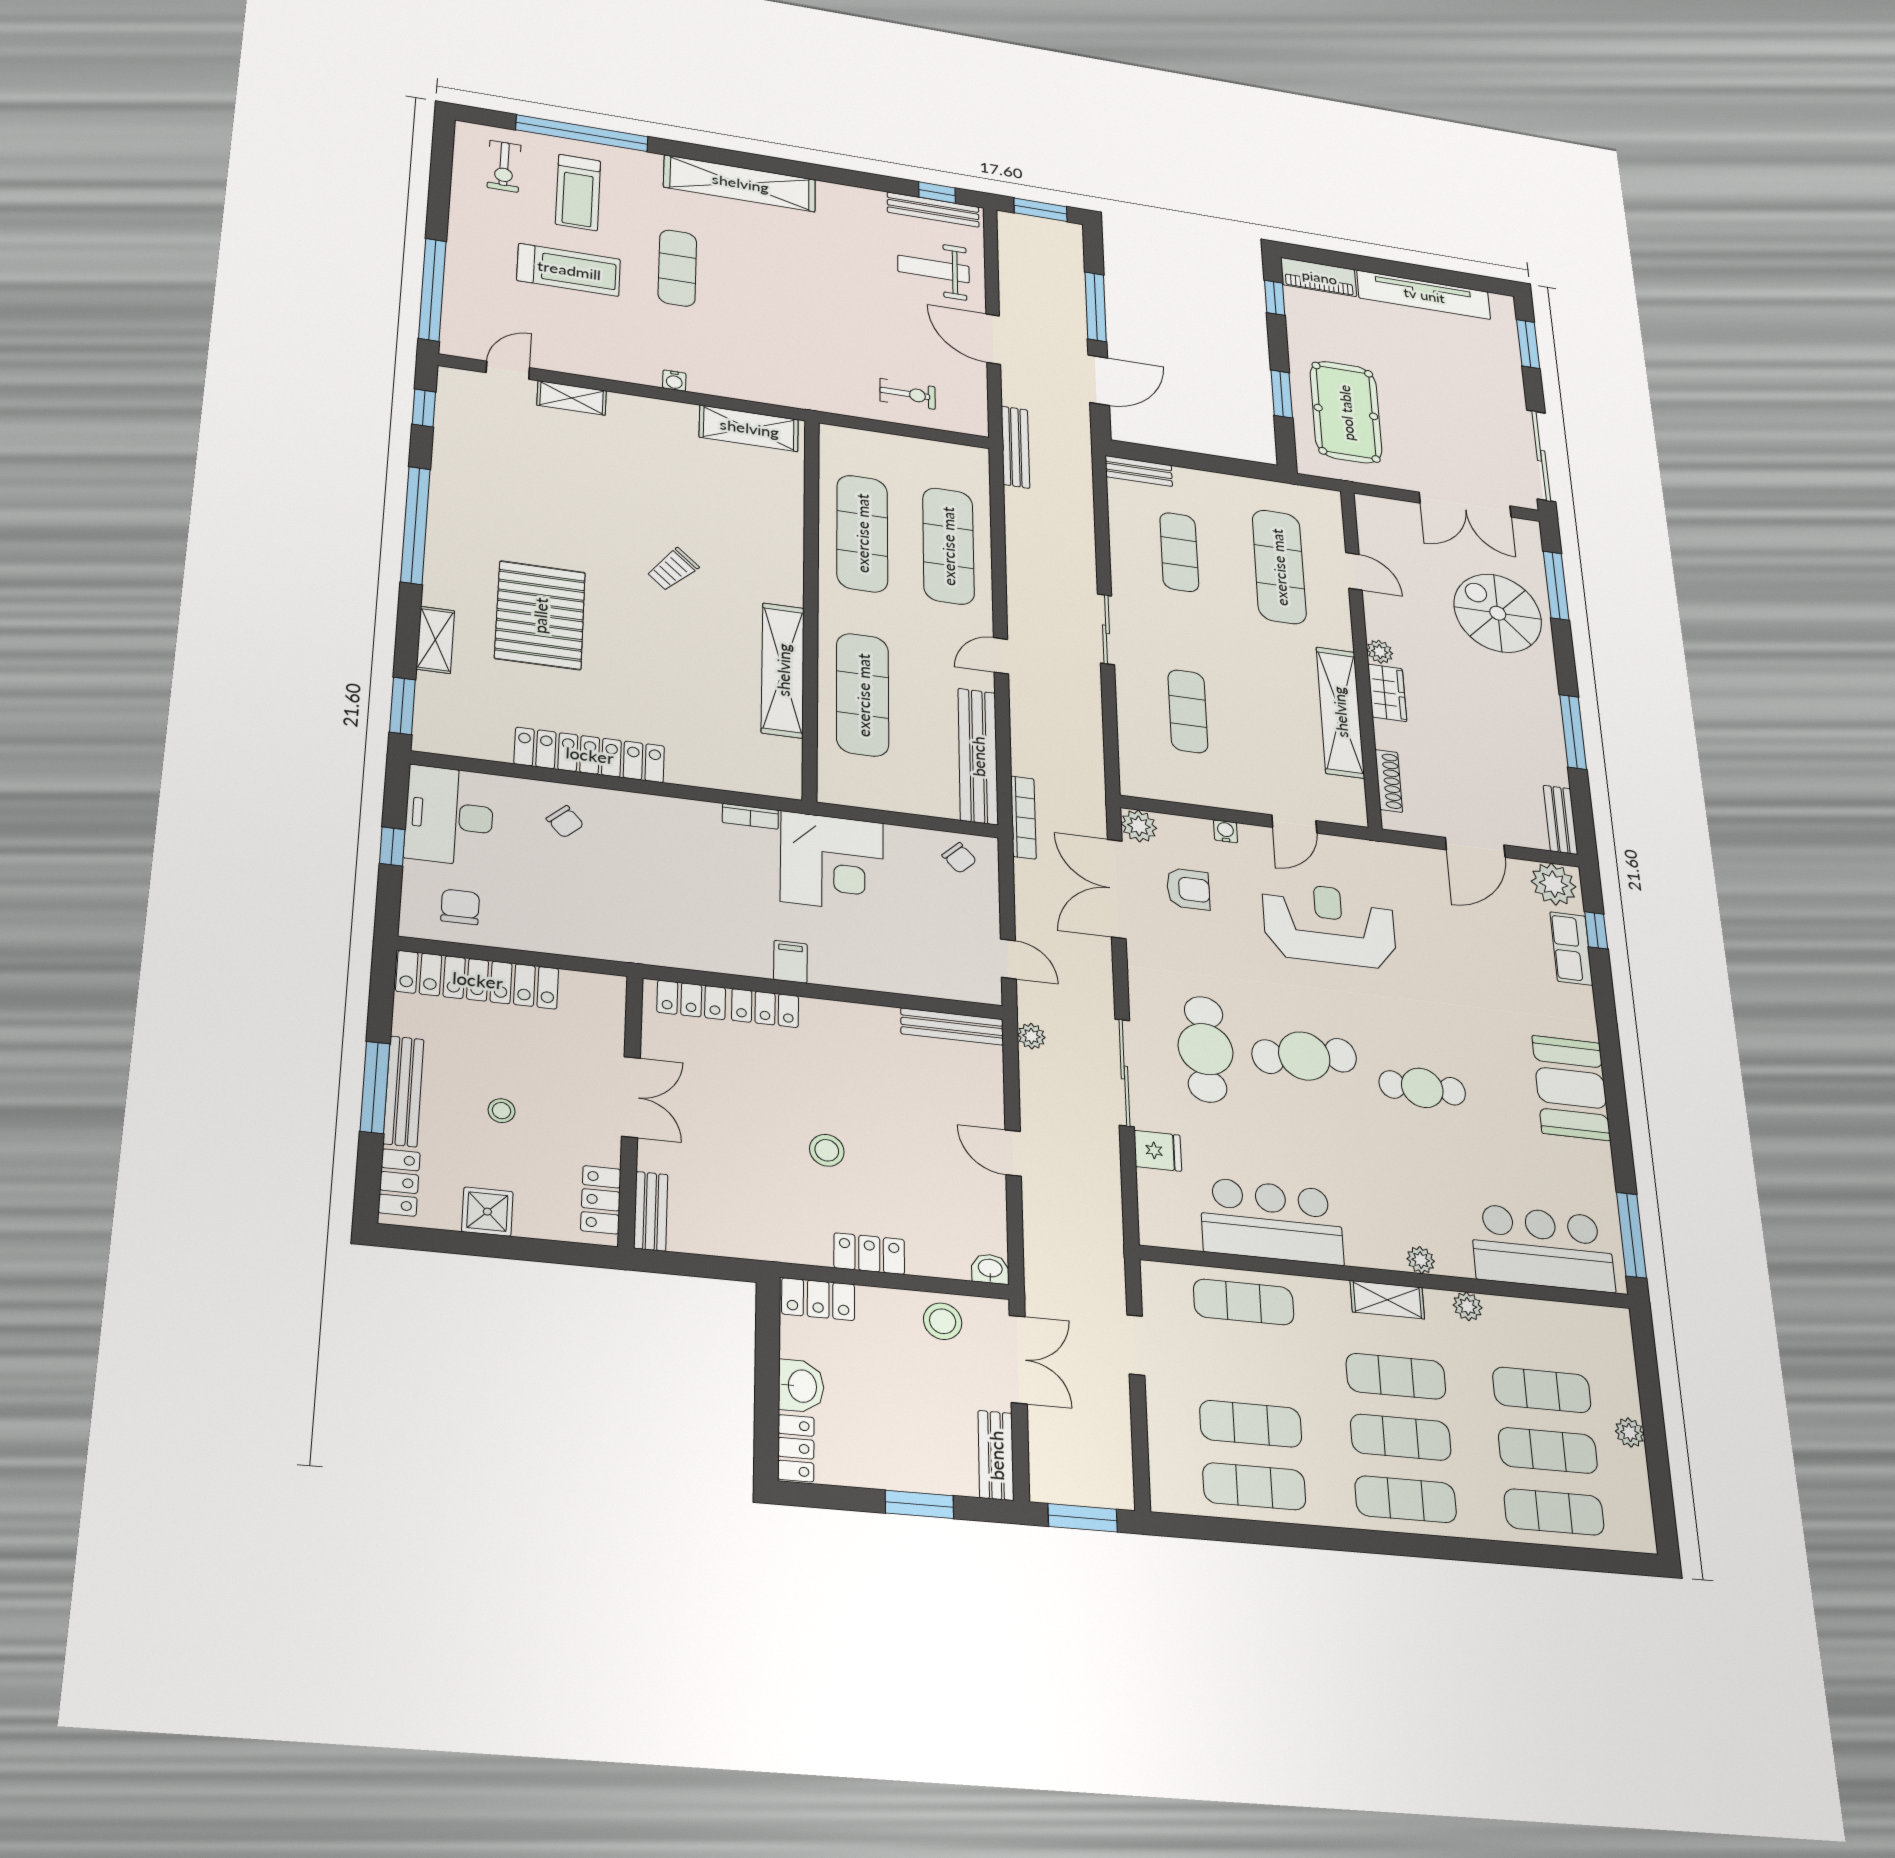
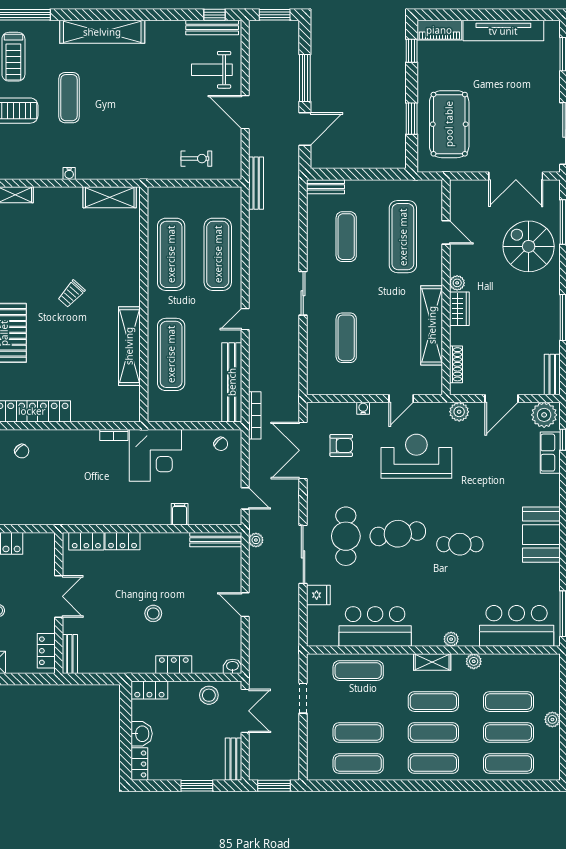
plant: (1139, 826) -> (459, 412), moved
filing cabinet: (790, 962) -> (180, 514), moved

